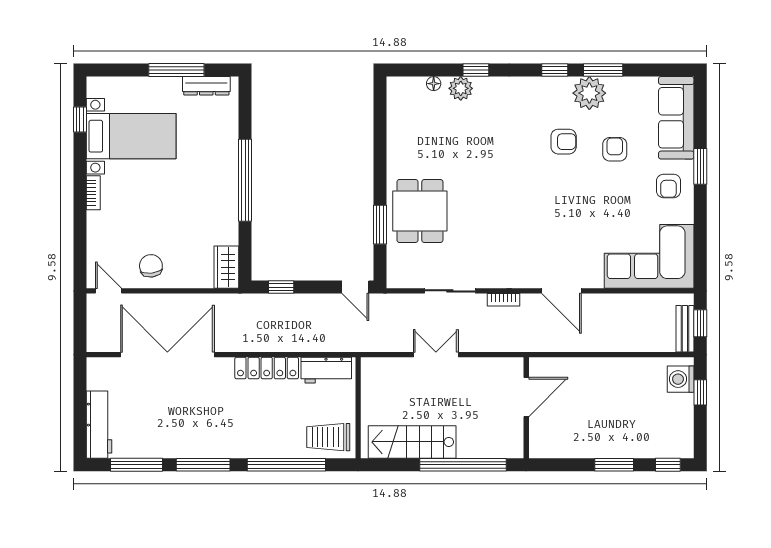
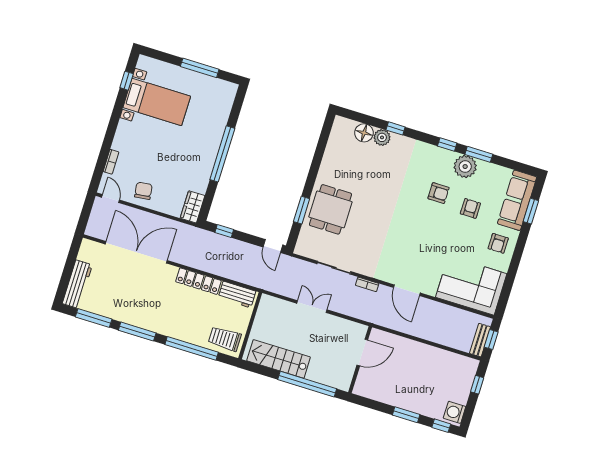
floor lamp: (434, 84) -> (364, 133), width x1.89, depth x1.89
dresser: (206, 86) -> (216, 84), removed
window: (700, 166) -> (531, 211), moved
bookcase: (93, 193) -> (111, 162), moved
washing machine: (681, 379) -> (455, 412), moved

